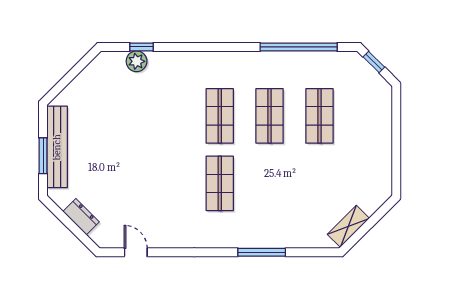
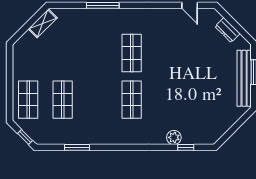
window: (299, 47) -> (77, 147), width x0.47
plant: (137, 61) -> (174, 137), moved
shop shelf: (270, 116) -> (28, 100), moved

